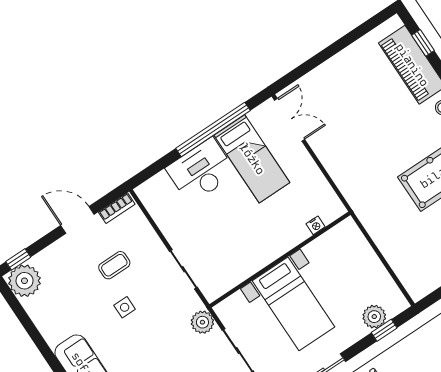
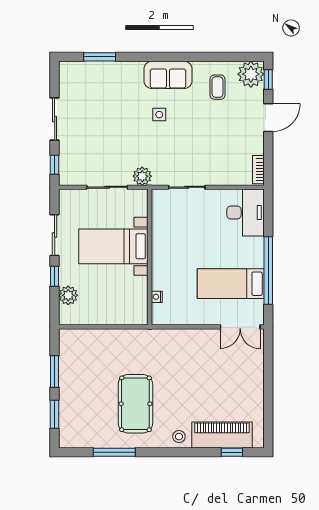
desk: (201, 171) -> (245, 212), moved
door: (77, 220) -> (268, 118), moved
coffee table: (114, 265) -> (217, 87), moved
side table: (125, 307) -> (159, 115), moved
window: (384, 330) -> (55, 276), moved

